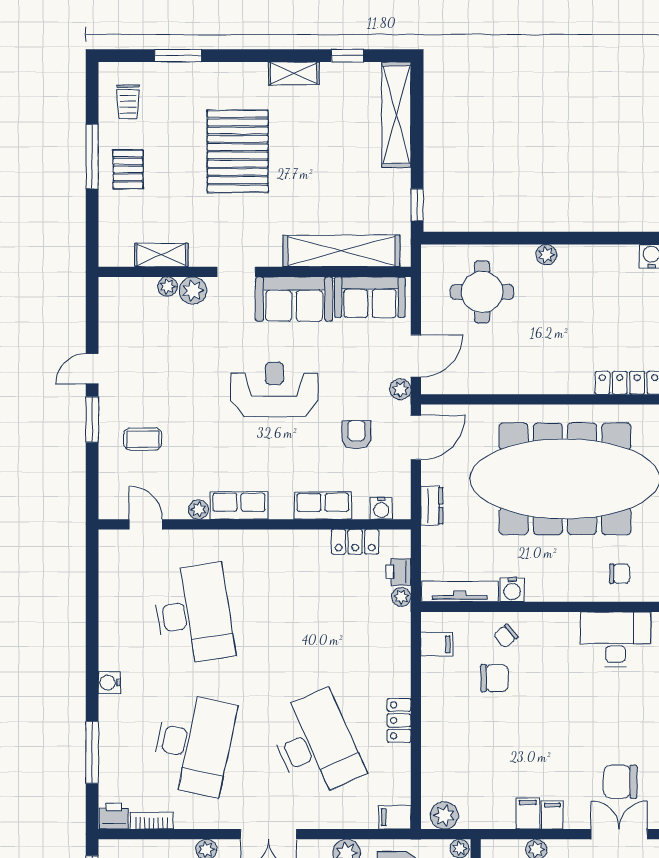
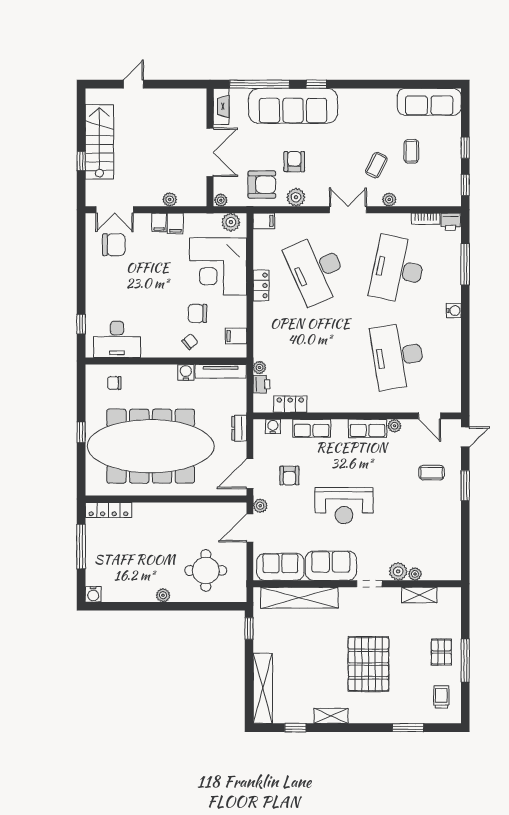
door: (92, 369) -> (465, 437), moved
corner desk: (464, 749) -> (218, 266), added

